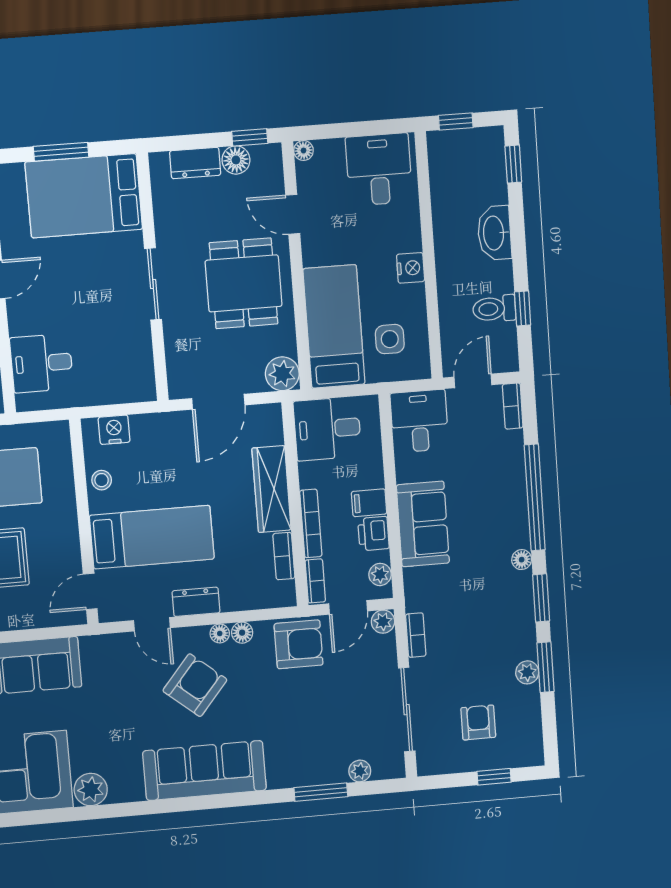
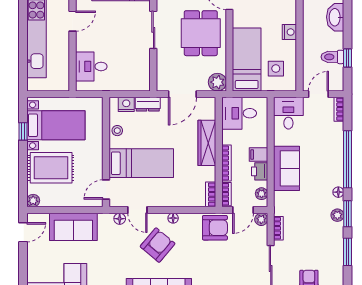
bookcase: (284, 556) -> (211, 194), moved
dresser: (196, 602) -> (148, 104), moved, turned 180
floor lamp: (242, 633) -> (120, 219), moved
plant: (527, 672) -> (337, 215), moved

